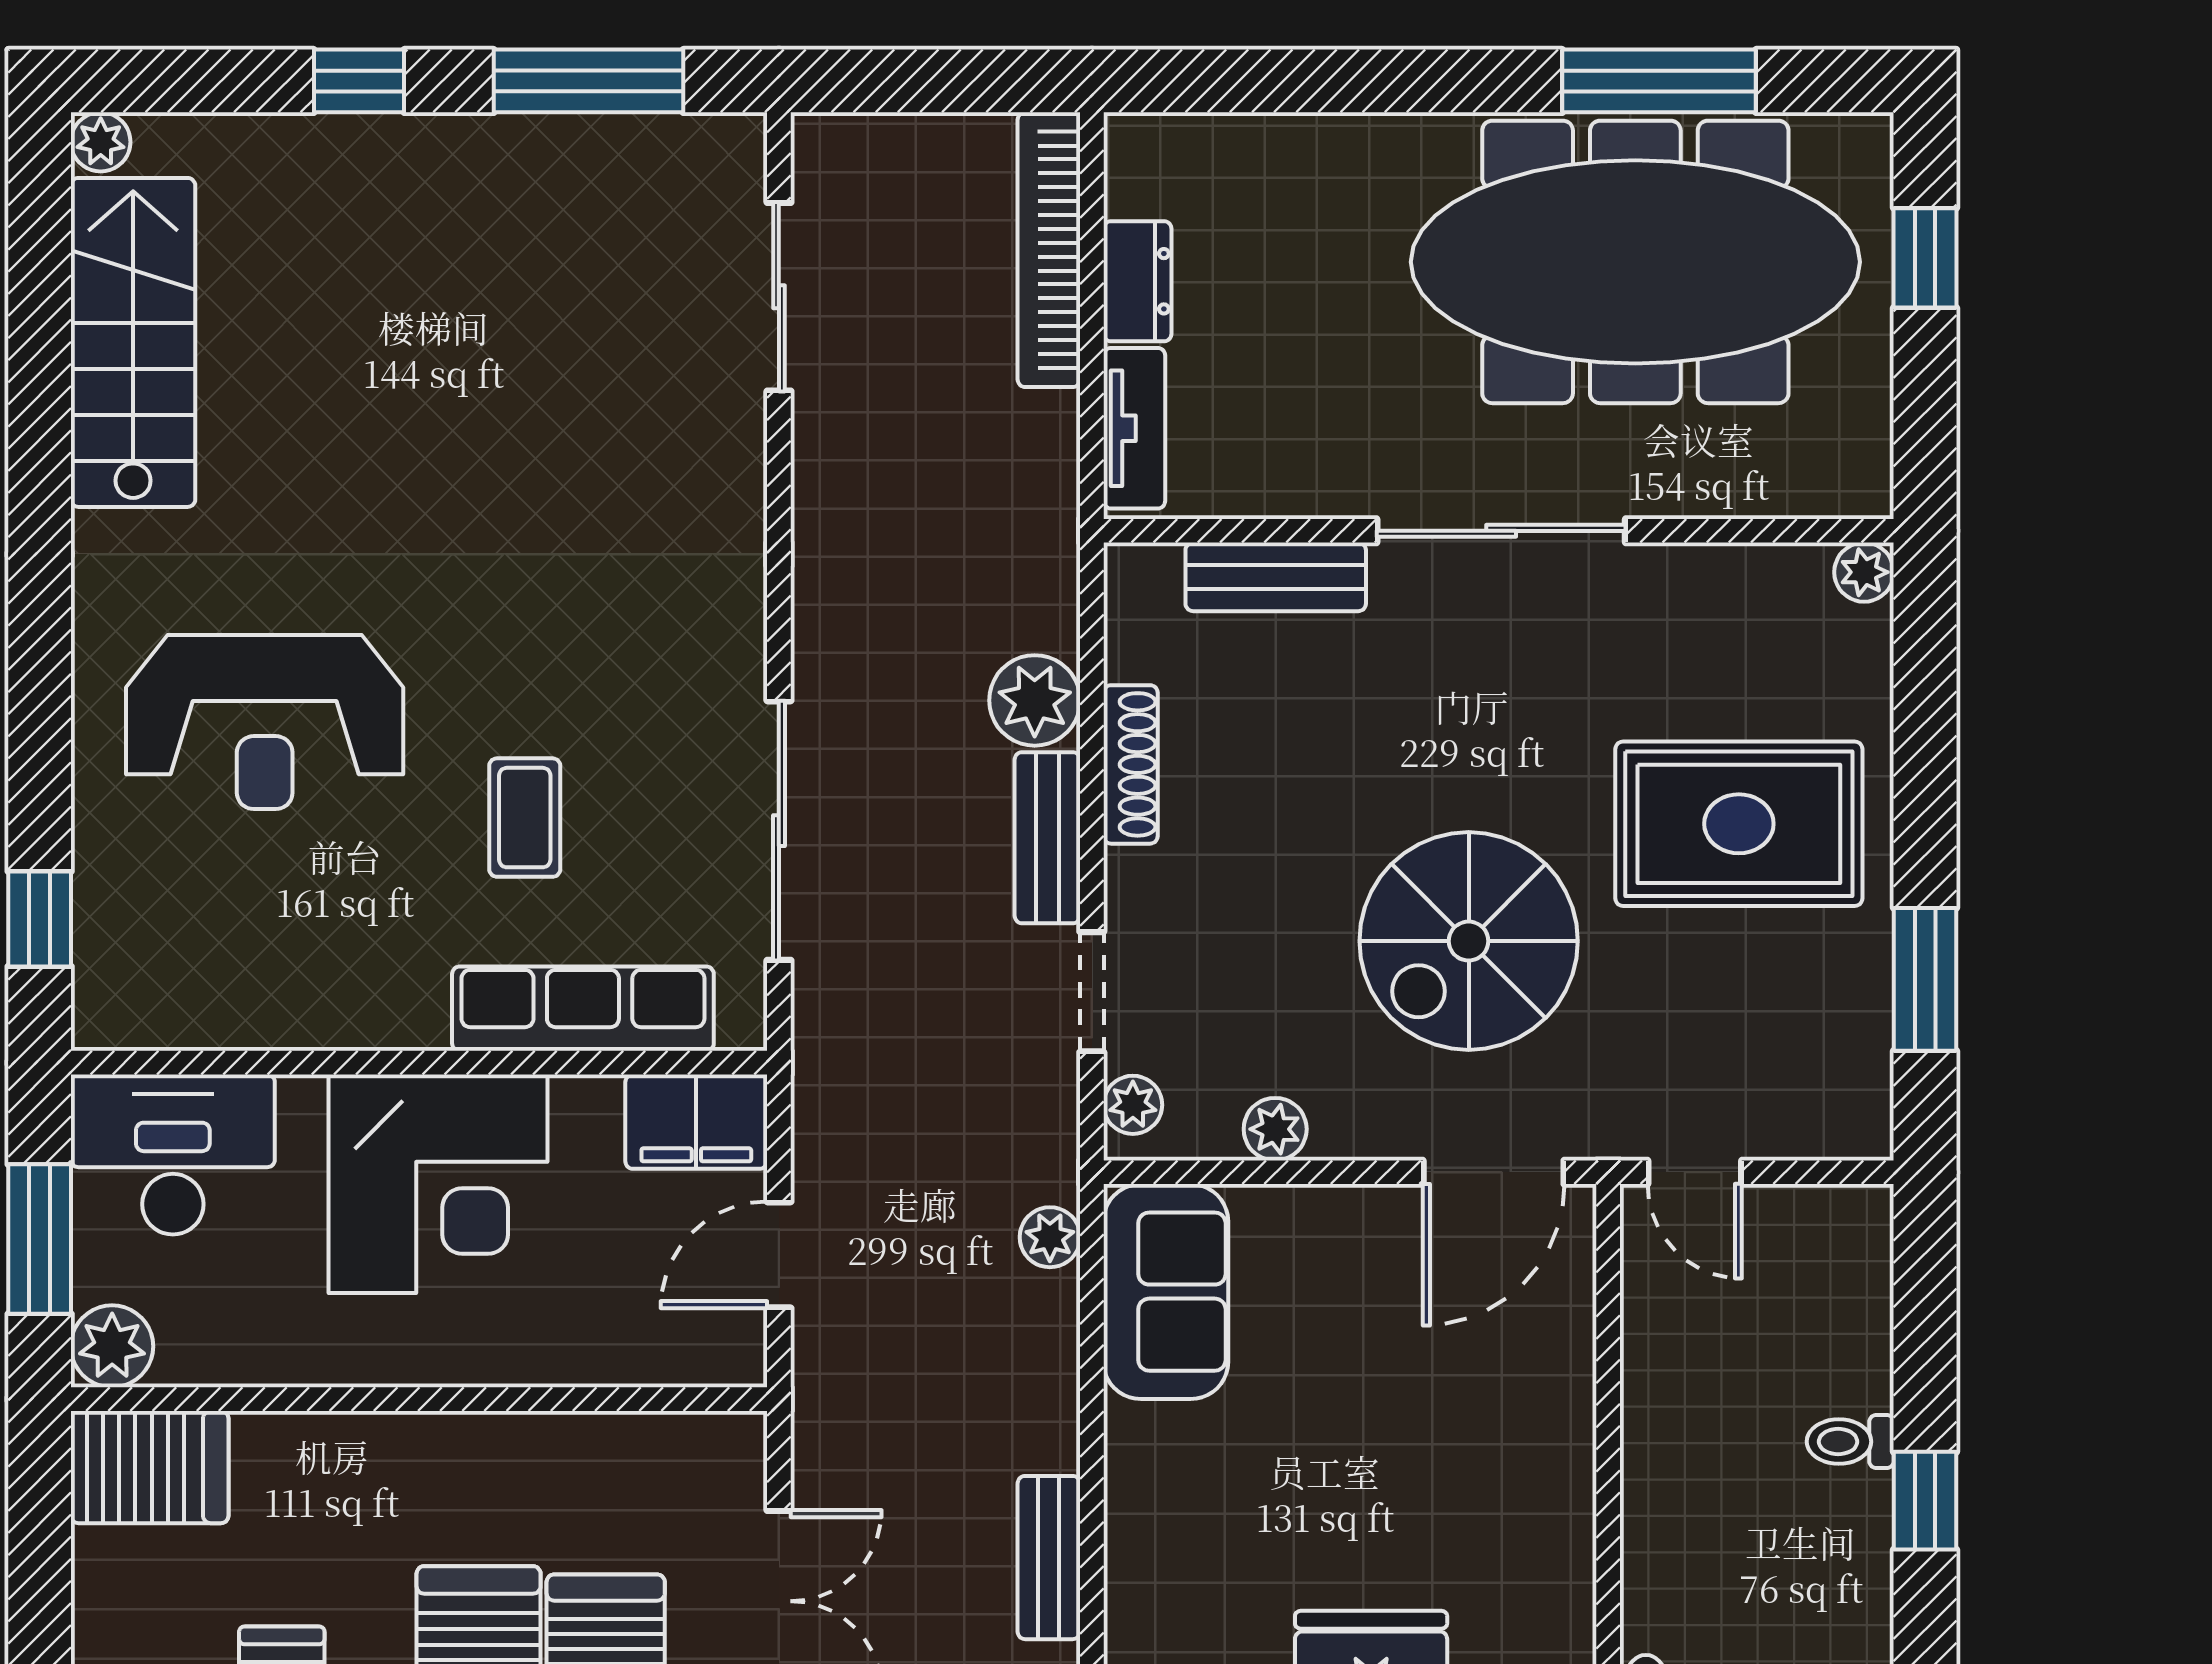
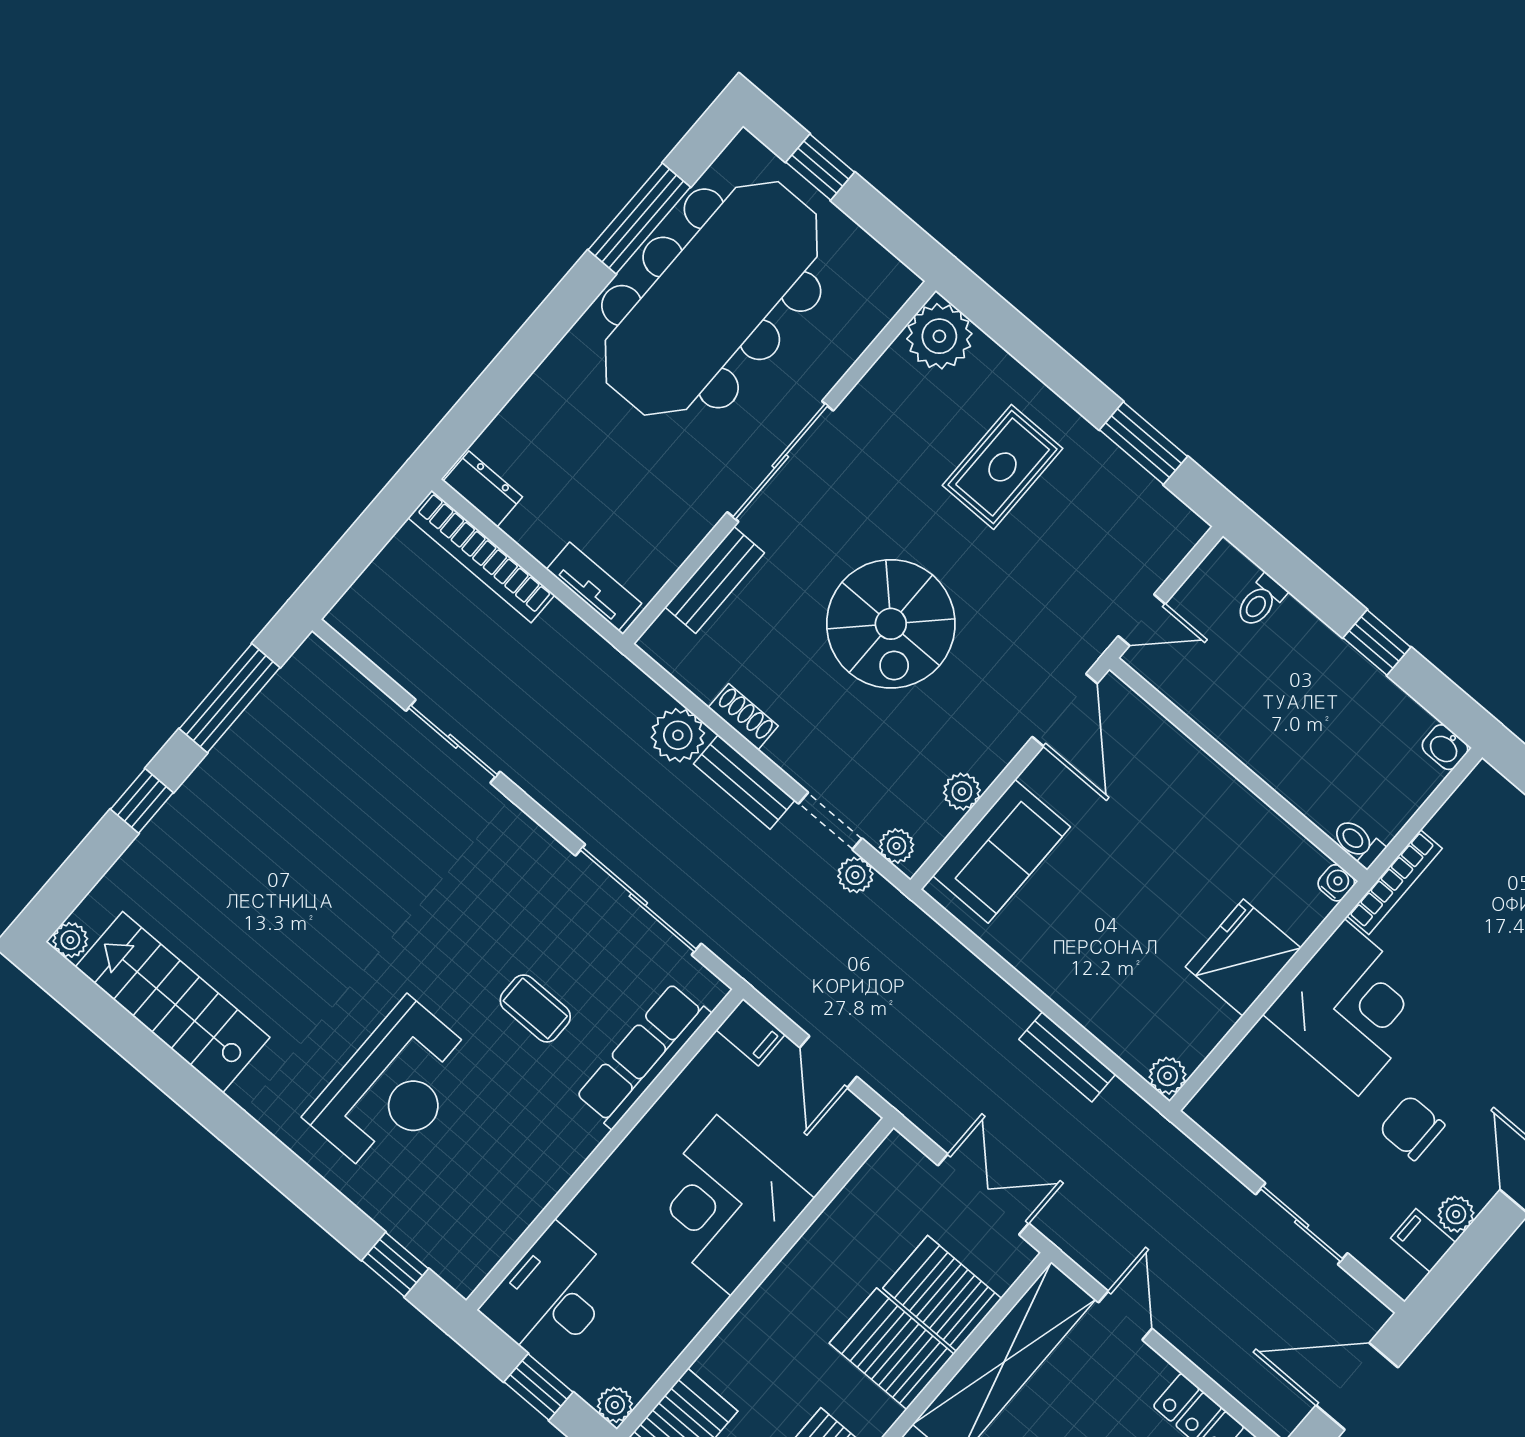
dresser: (1137, 281) -> (483, 489), moved
sliding door: (779, 297) -> (453, 741), moved
plant: (1864, 572) -> (939, 336), width x1.87, depth x1.87
shoe rack: (1131, 764) -> (743, 717), width x0.70
rug: (1739, 824) -> (1003, 467), width x0.73, depth x0.70
spiral stairs: (1469, 941) -> (891, 624), moved
filing cabinet: (696, 1122) -> (751, 1032), width x0.50
corner desk: (438, 1184) -> (724, 1205), moved, turned 180
plant: (1050, 1237) -> (855, 875), moved
window: (40, 1239) -> (538, 1387), width x0.67
sofa: (1166, 1292) -> (1002, 851), moved, turned 90
plant: (112, 1346) -> (615, 1405), width x0.73, depth x0.73
toilet: (1850, 1442) -> (1261, 601), moved

